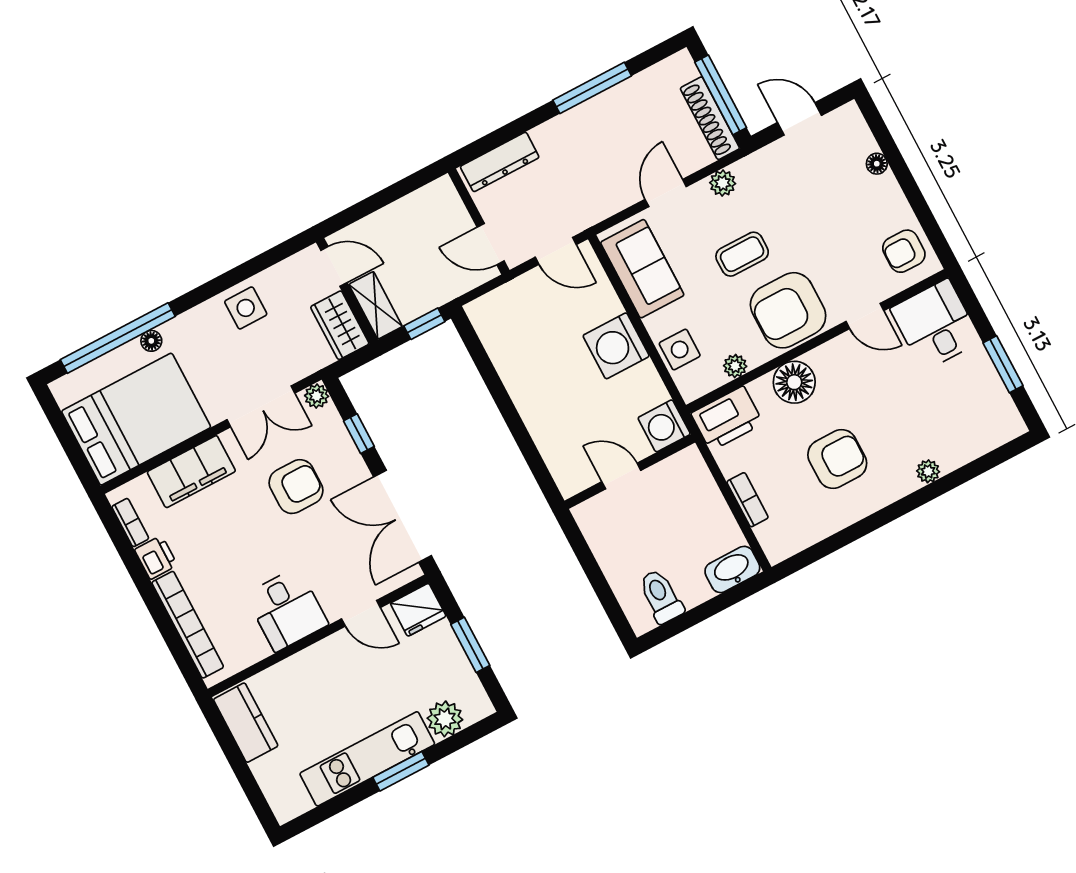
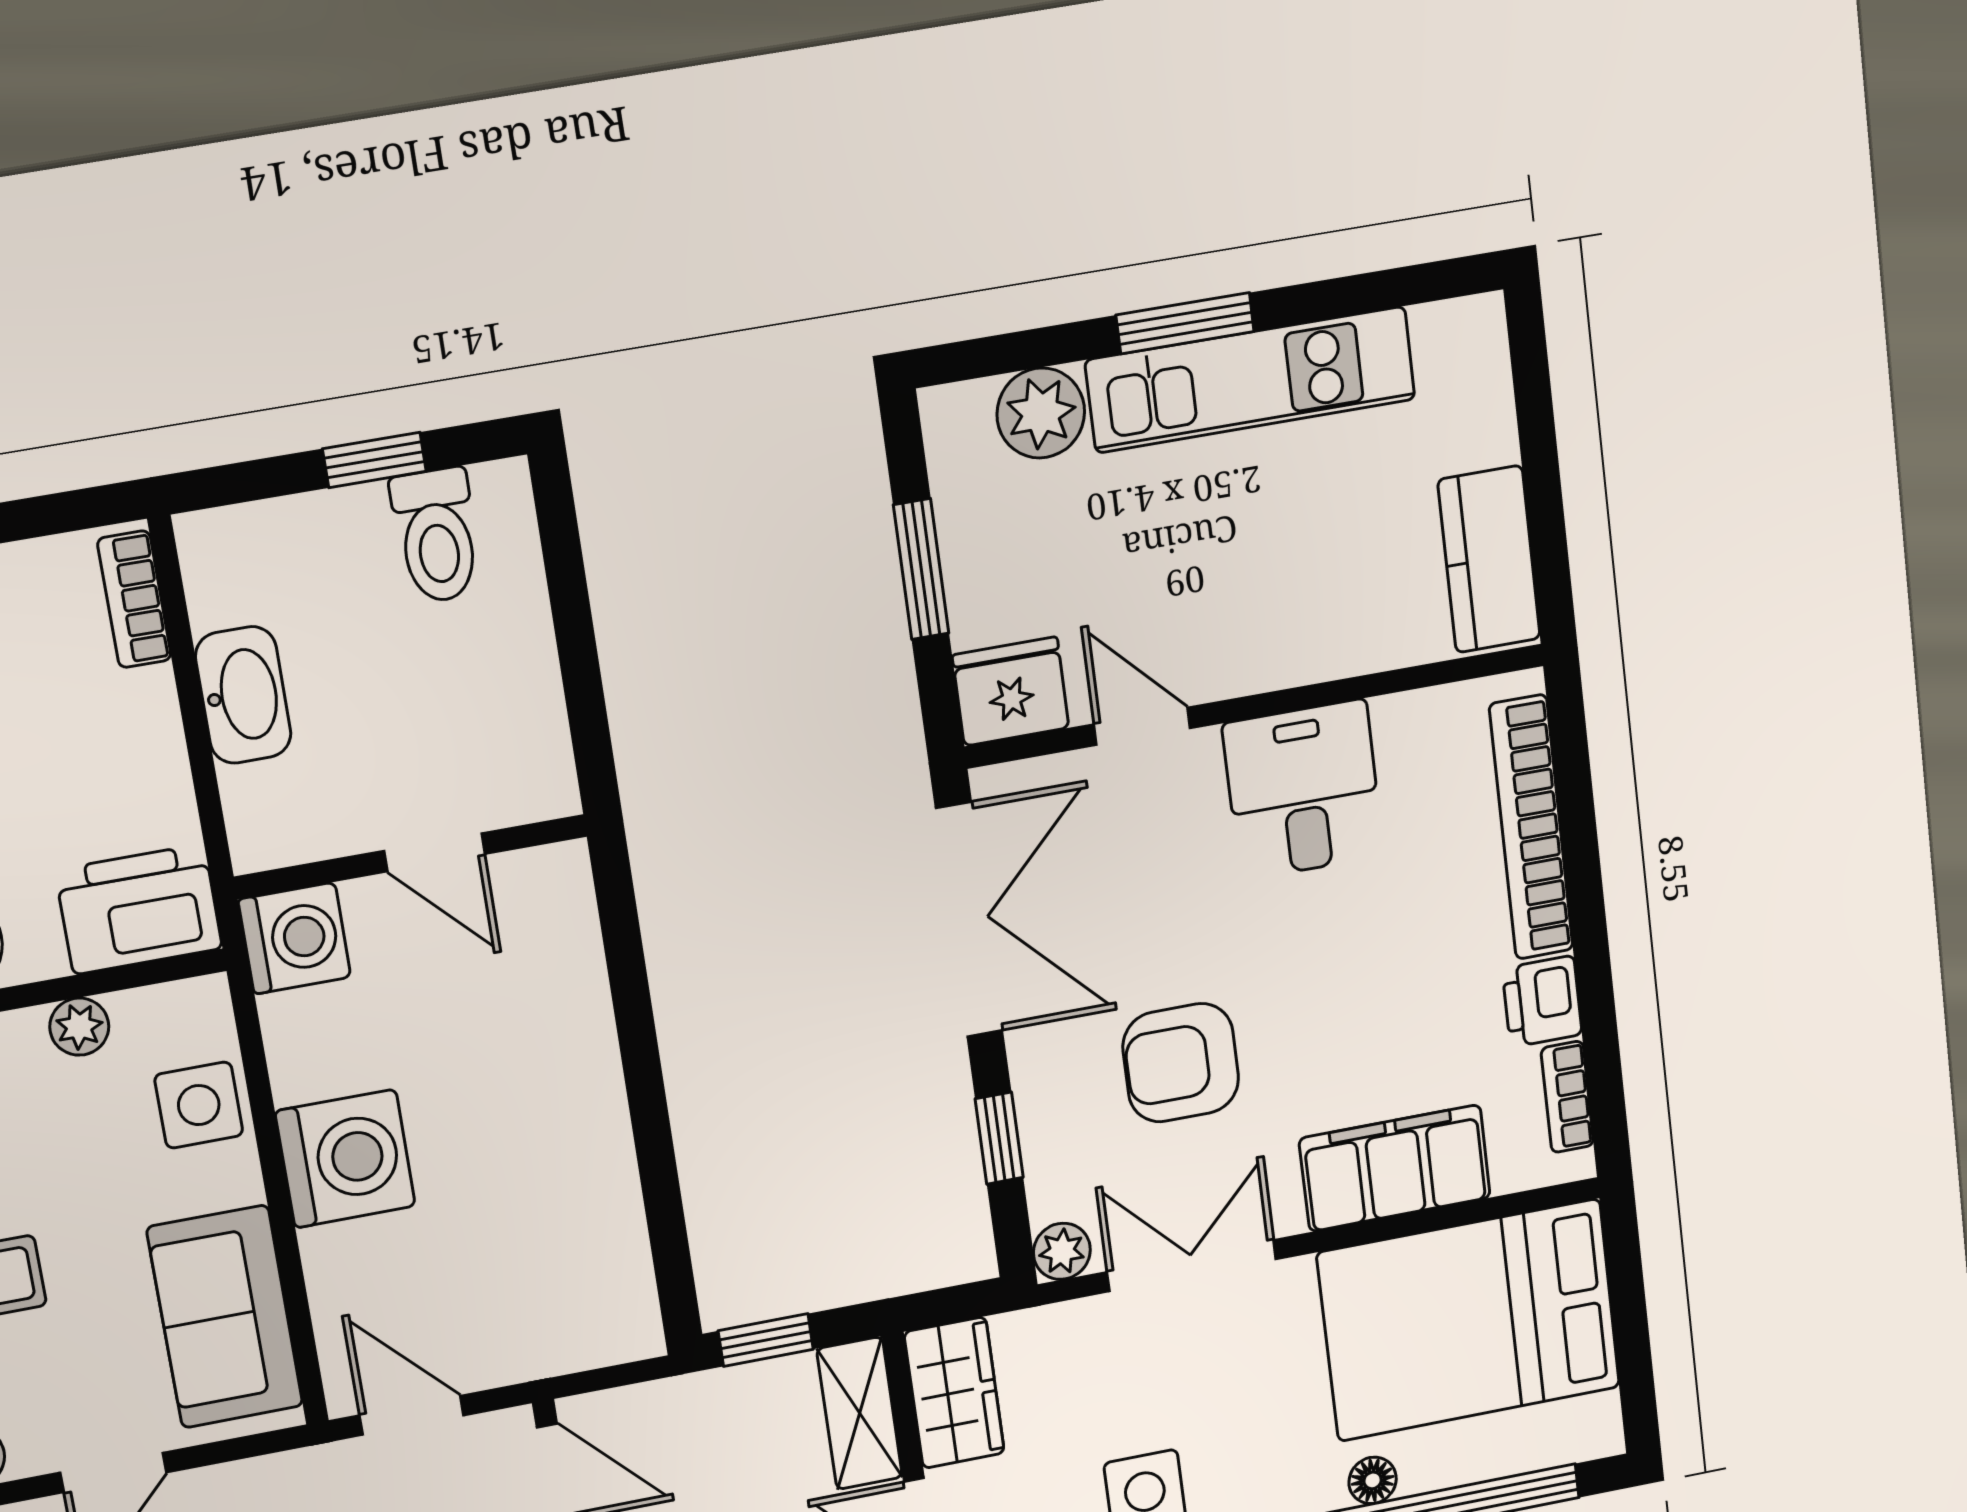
bookcase: (748, 500) -> (134, 599), moved
washbasin: (732, 569) -> (243, 695), moved, turned -90
window: (694, 617) -> (374, 460), added

